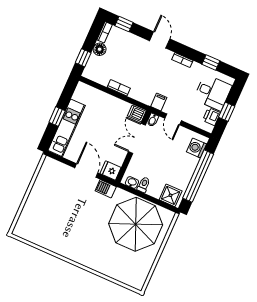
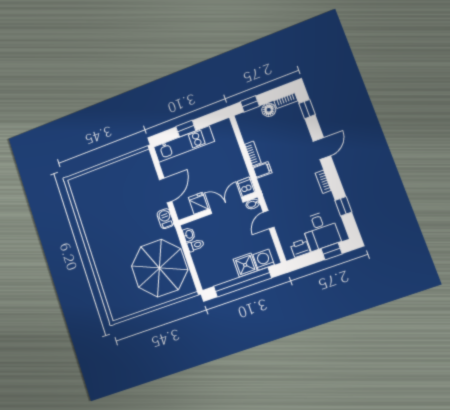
filing cabinet: (159, 102) -> (262, 170), moved
window: (227, 112) -> (332, 251), moved
fridge: (111, 170) -> (198, 203), moved
shower: (171, 195) -> (245, 265), moved

